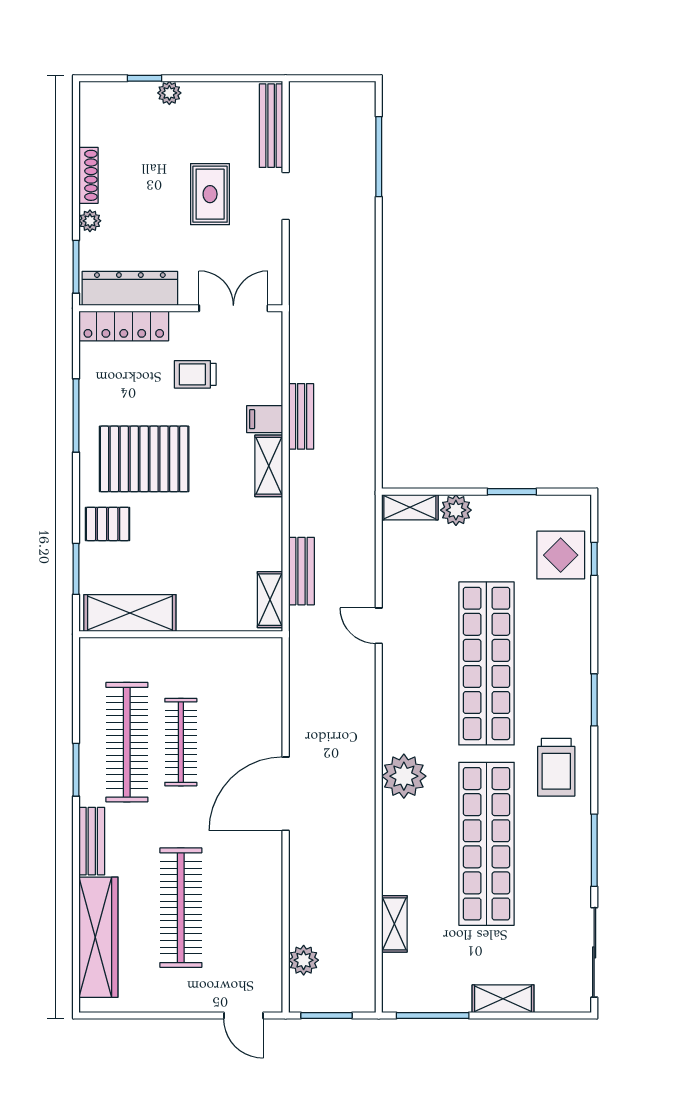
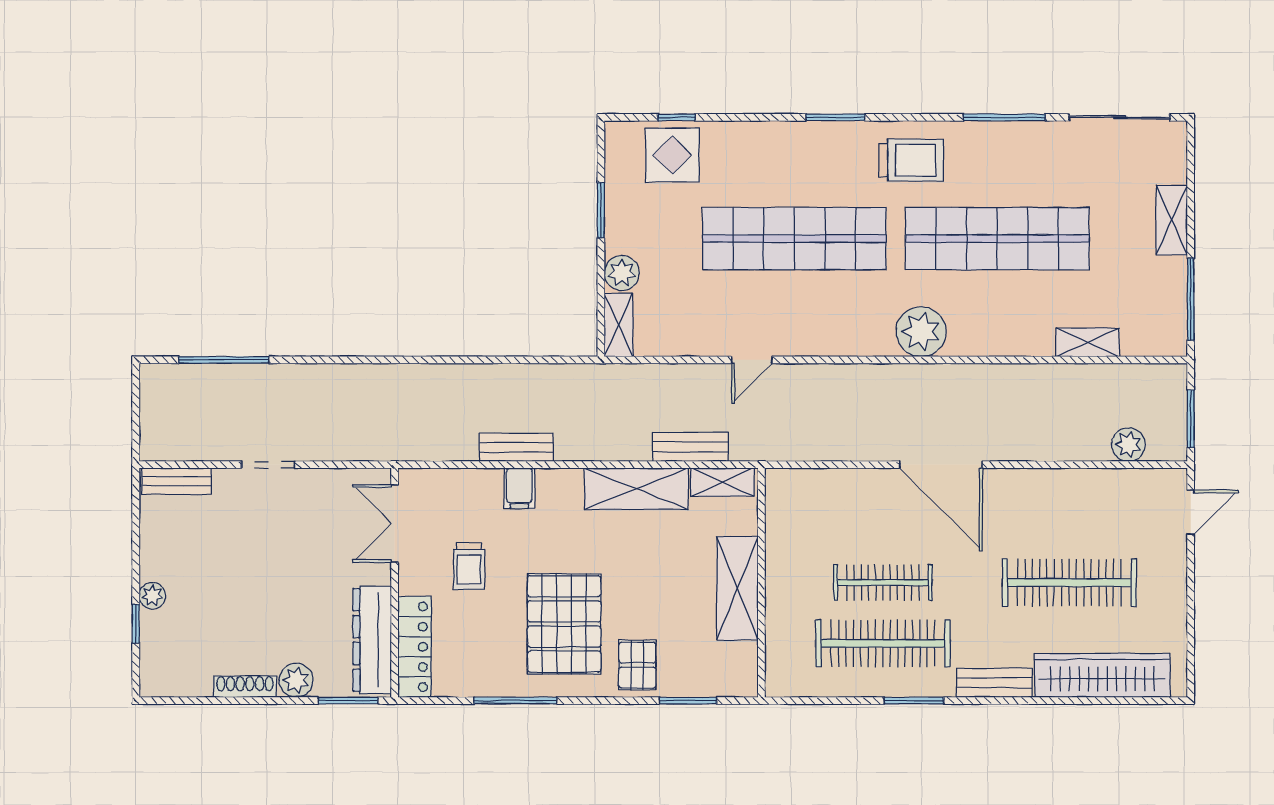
bench: (271, 126) -> (177, 481), width x0.73
rug: (210, 194) -> (266, 550), removed
plant: (90, 221) -> (296, 680), width x1.38, depth x1.38
shelving: (269, 466) -> (636, 489), moved, width x1.50, depth x1.33
shelving: (130, 613) -> (737, 588), moved

